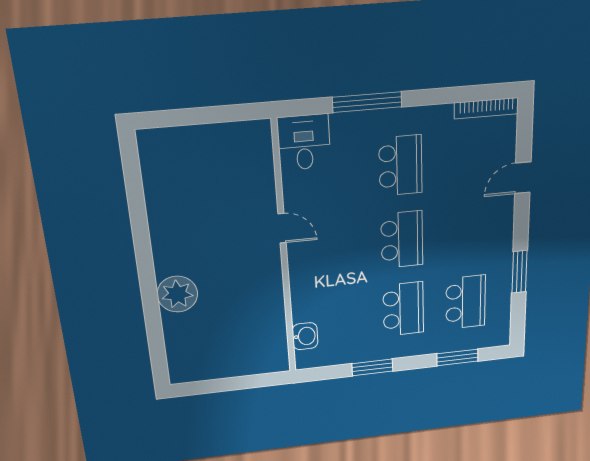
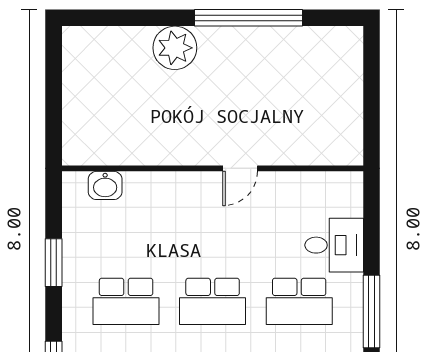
window: (367, 102) -> (371, 312), moved
desk: (304, 142) -> (334, 245), moved
window: (141, 235) -> (249, 18), added

